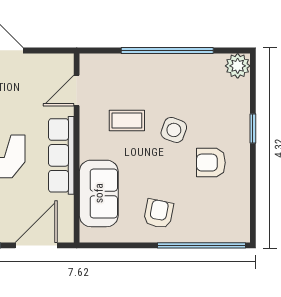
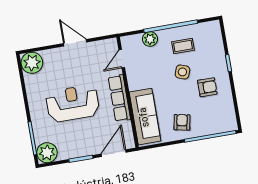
plant: (238, 66) -> (150, 39), moved
coffee table: (127, 121) -> (183, 46), moved
armchair: (211, 163) -> (207, 87), turned 180
sofa: (99, 193) -> (145, 117), width x1.36

